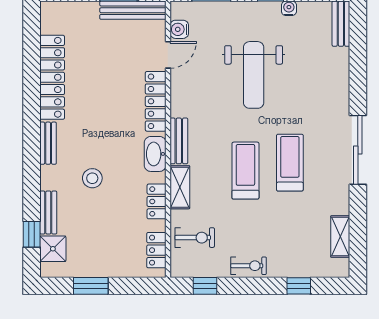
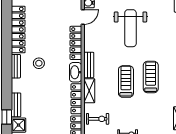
stool: (92, 178) -> (39, 63), moved
locker: (157, 201) -> (76, 99), width x1.53

